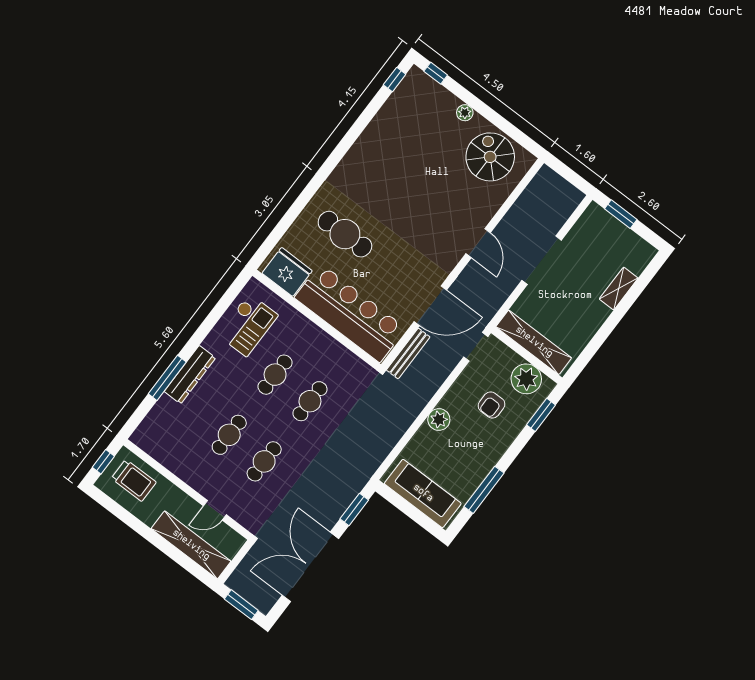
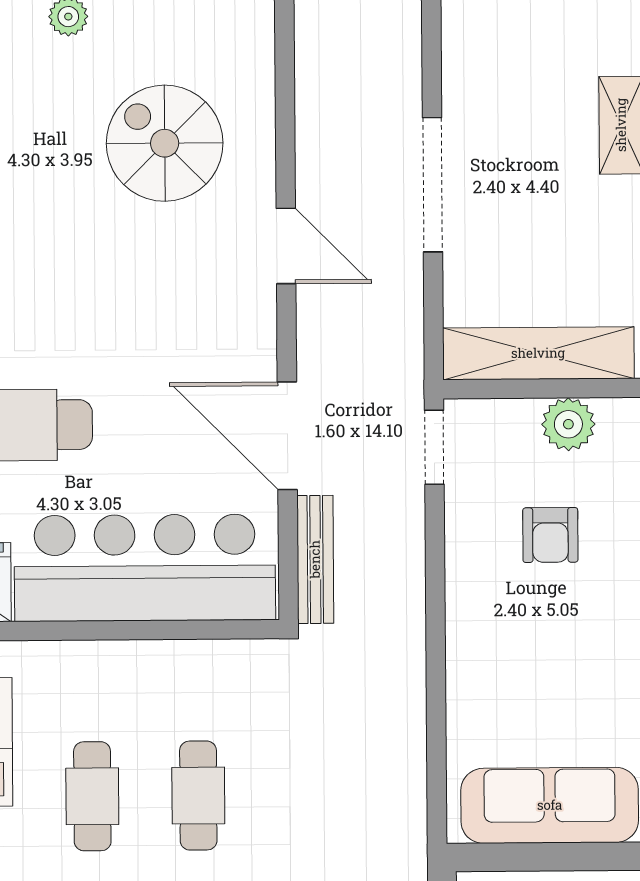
spiral stairs: (490, 157) -> (165, 143), moved
door: (430, 306) -> (287, 436), swing flipped
plant: (526, 379) -> (568, 424), width x0.73, depth x0.73
plant: (439, 419) -> (471, 640), removed

